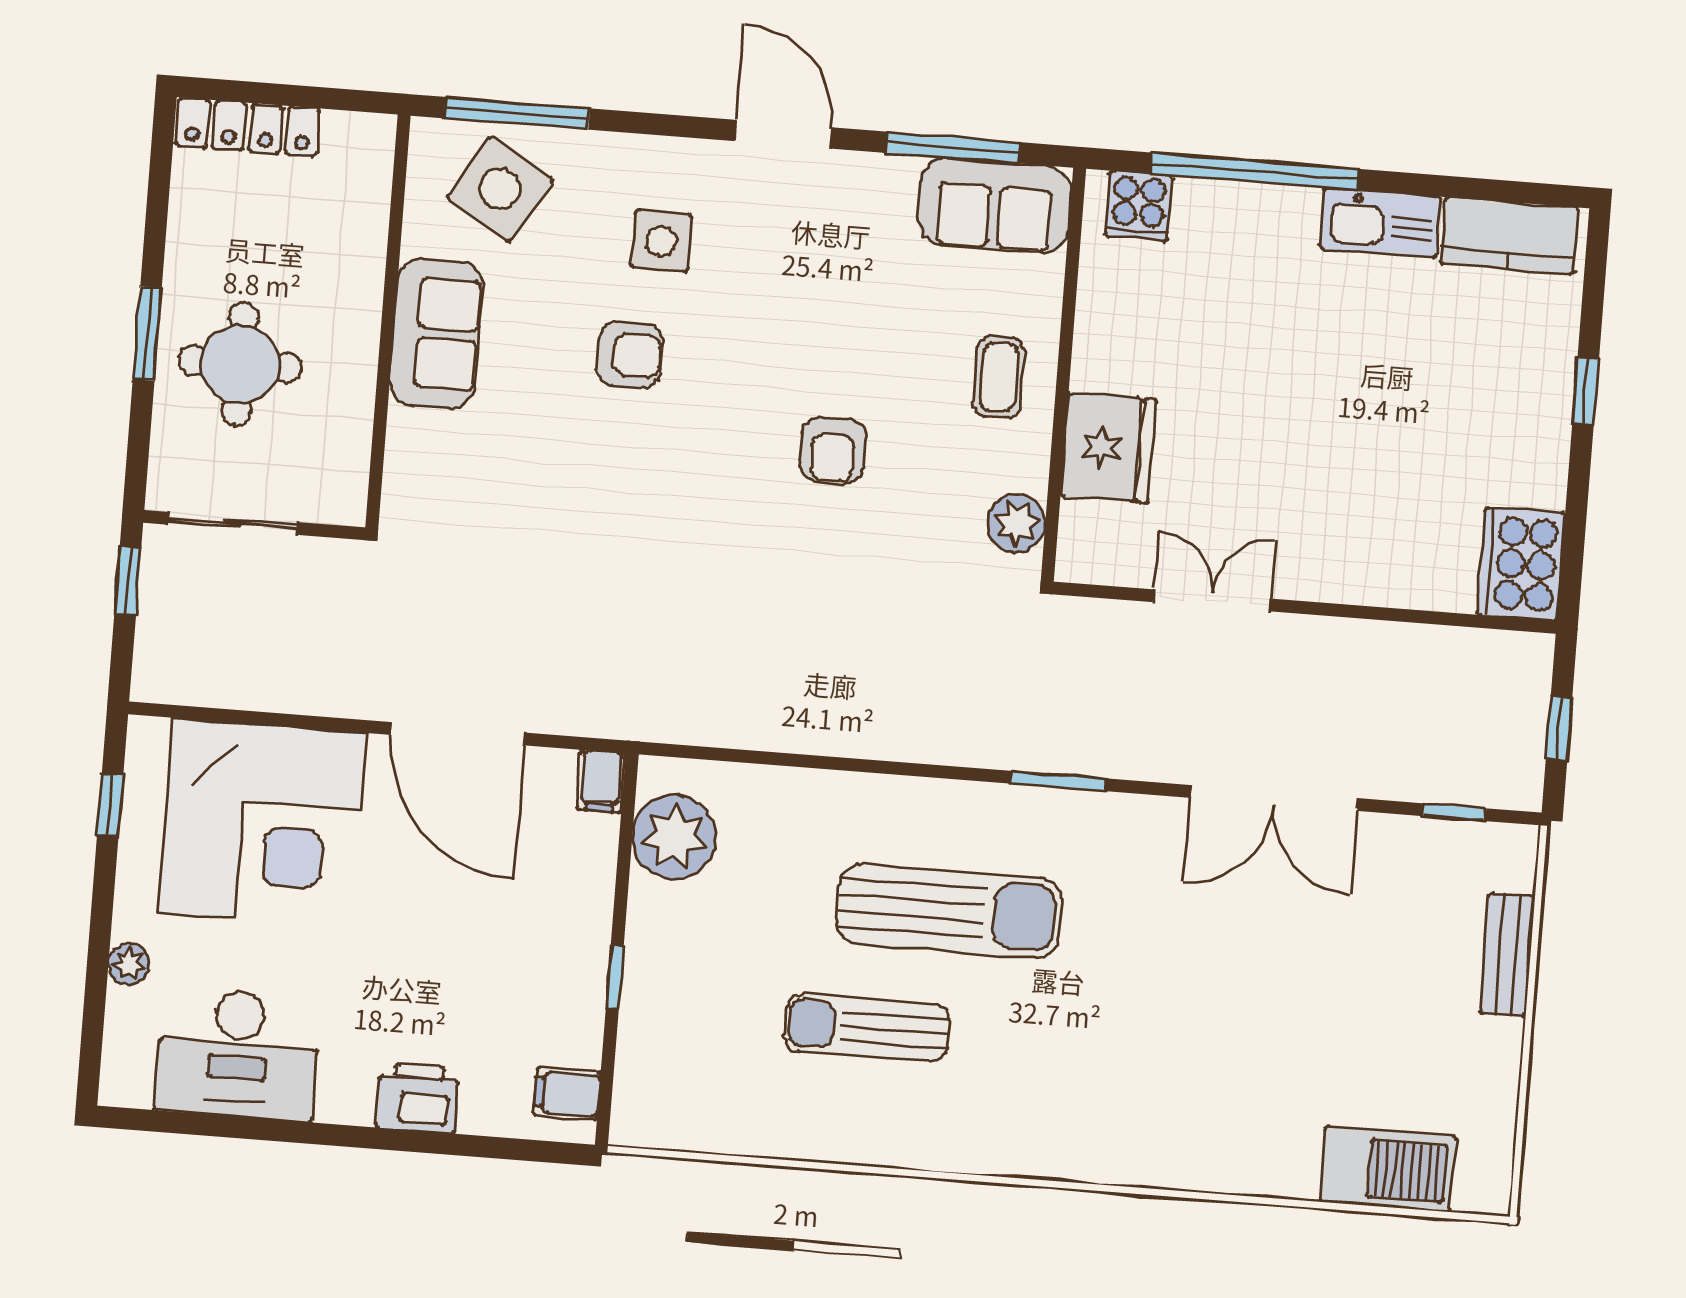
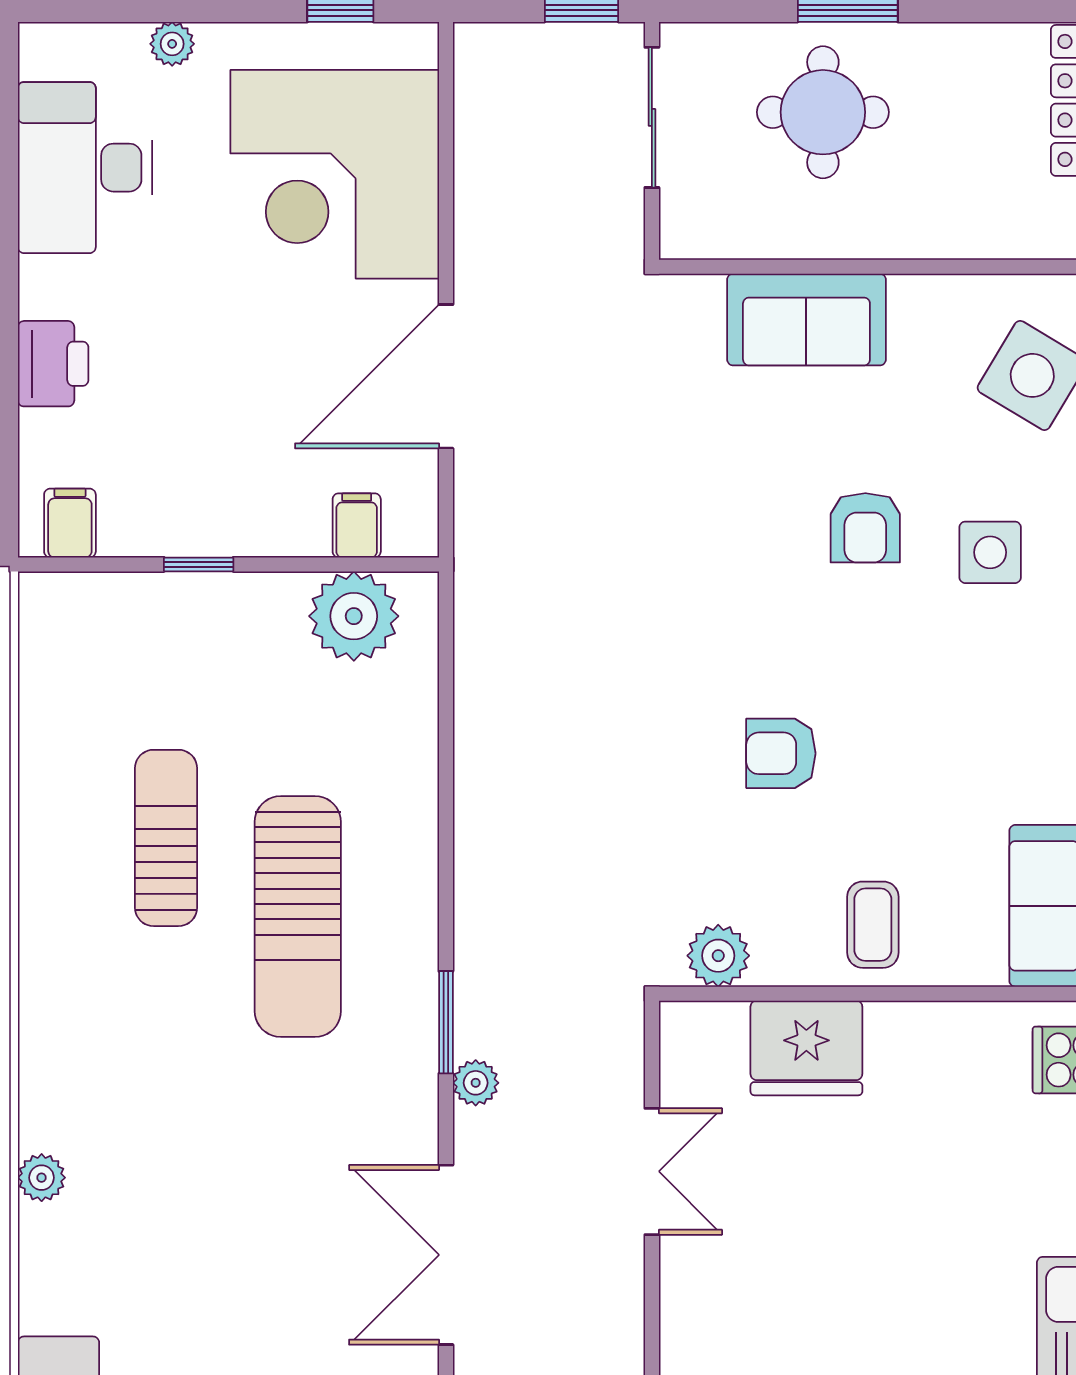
sofa: (436, 333) -> (806, 320), moved
coffee table: (999, 377) -> (873, 925), turned 90
plant: (1117, 758) -> (476, 1083), added
filing cabinet: (601, 781) -> (357, 525), moved, turned 90
plant: (1173, 1168) -> (42, 1178), added

